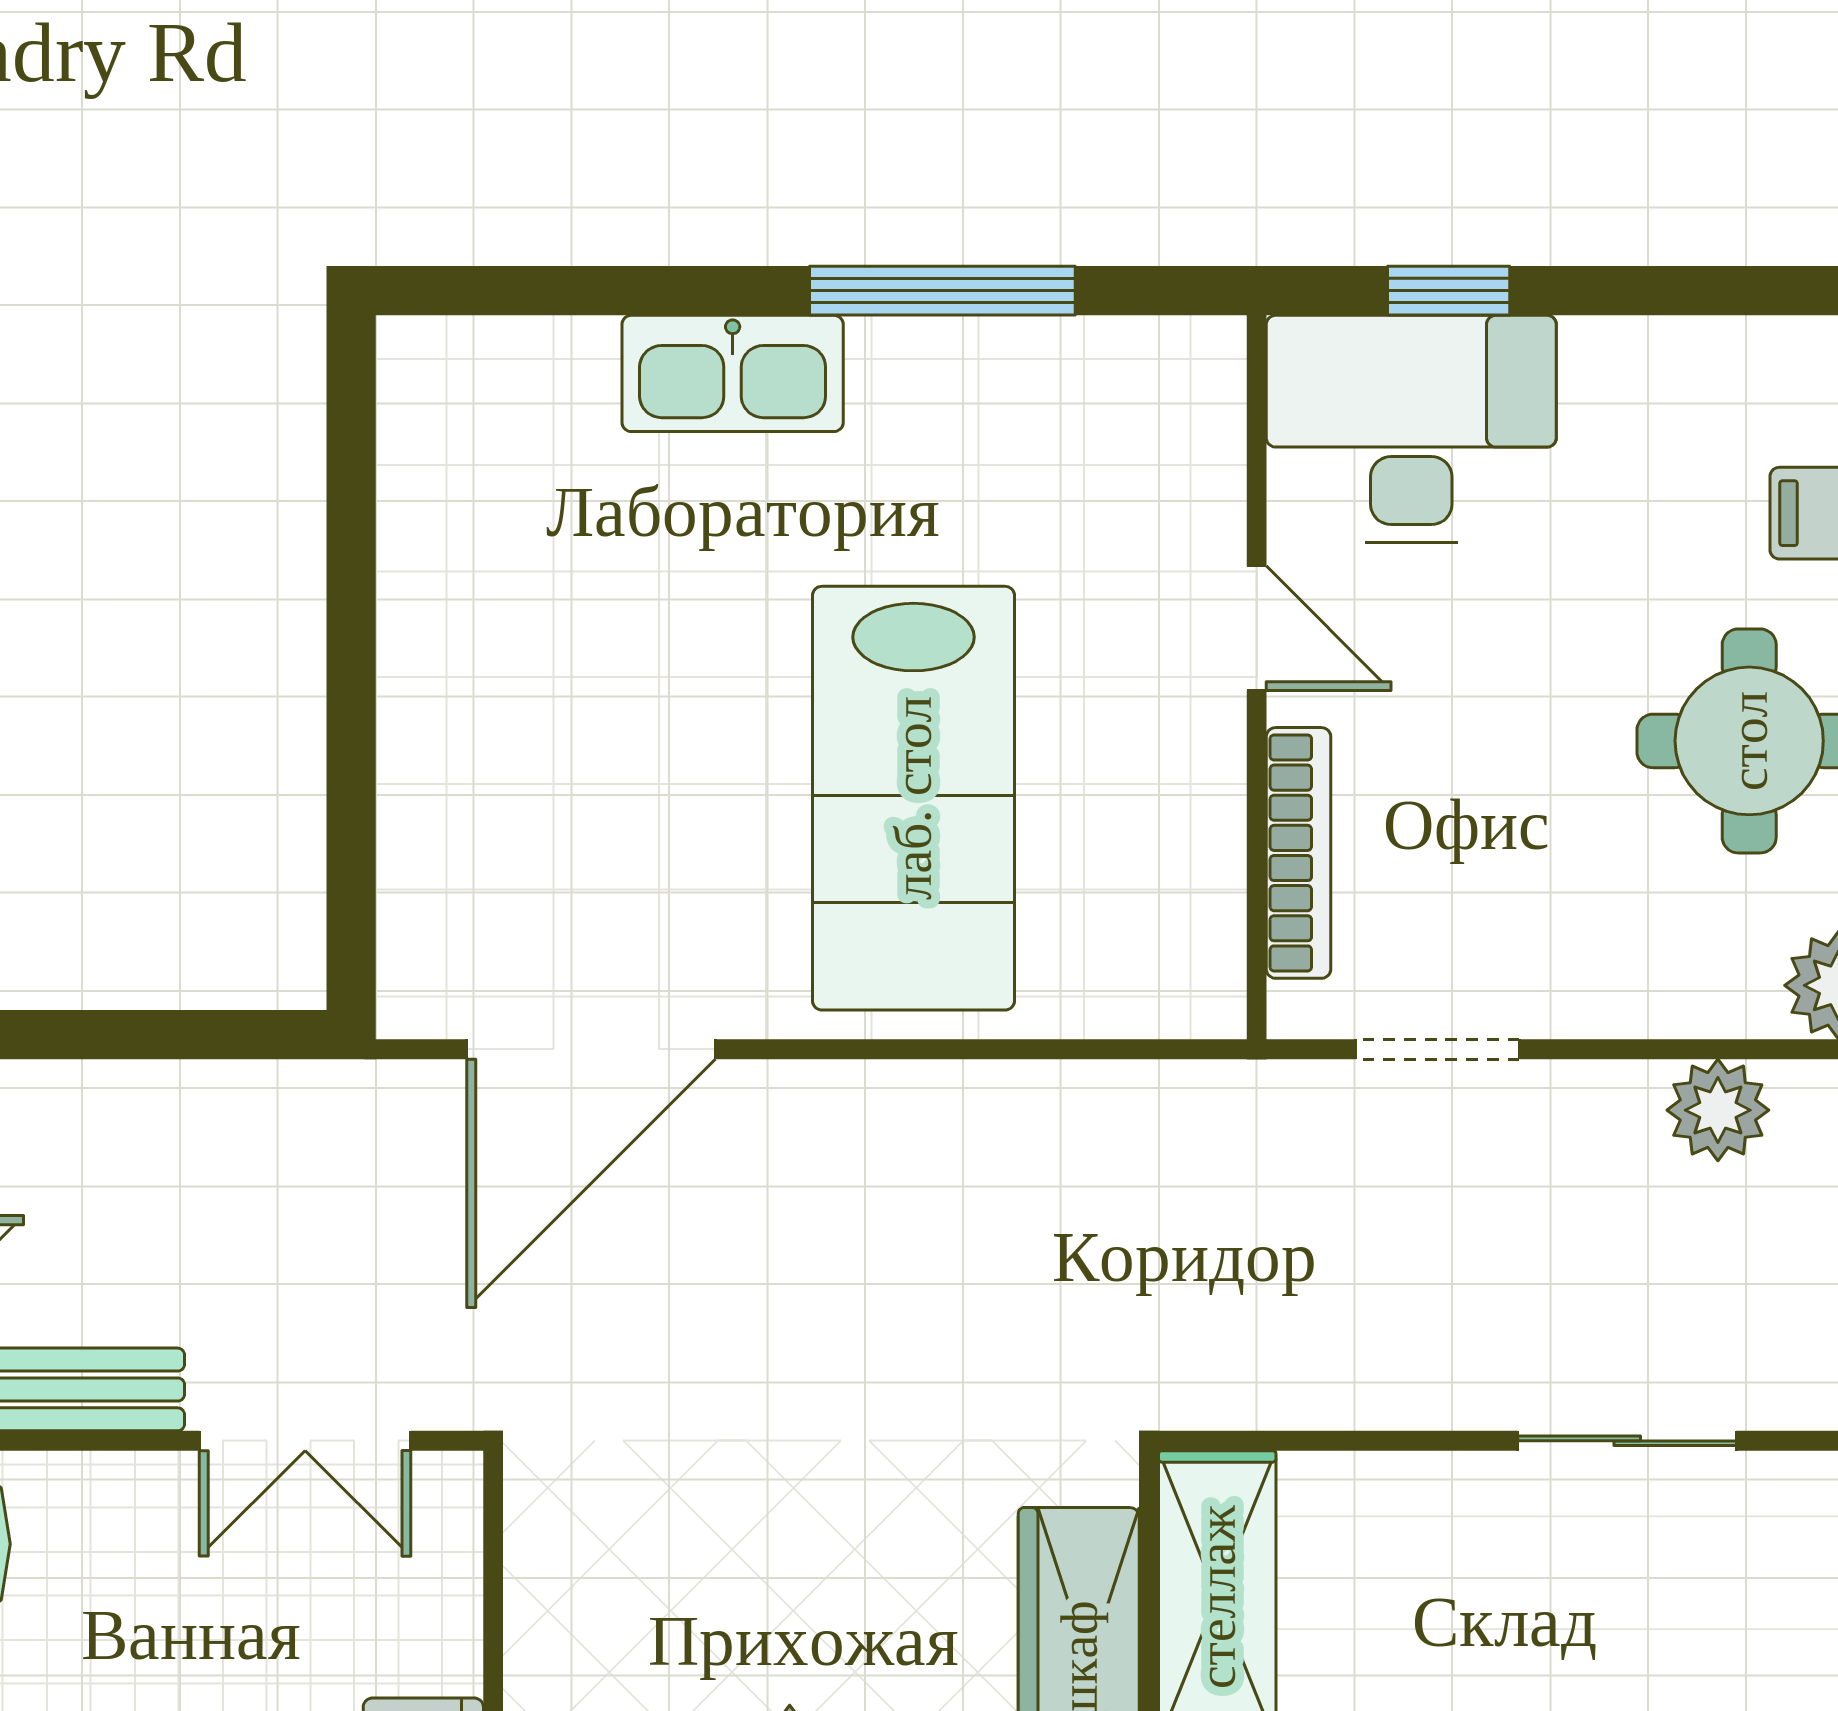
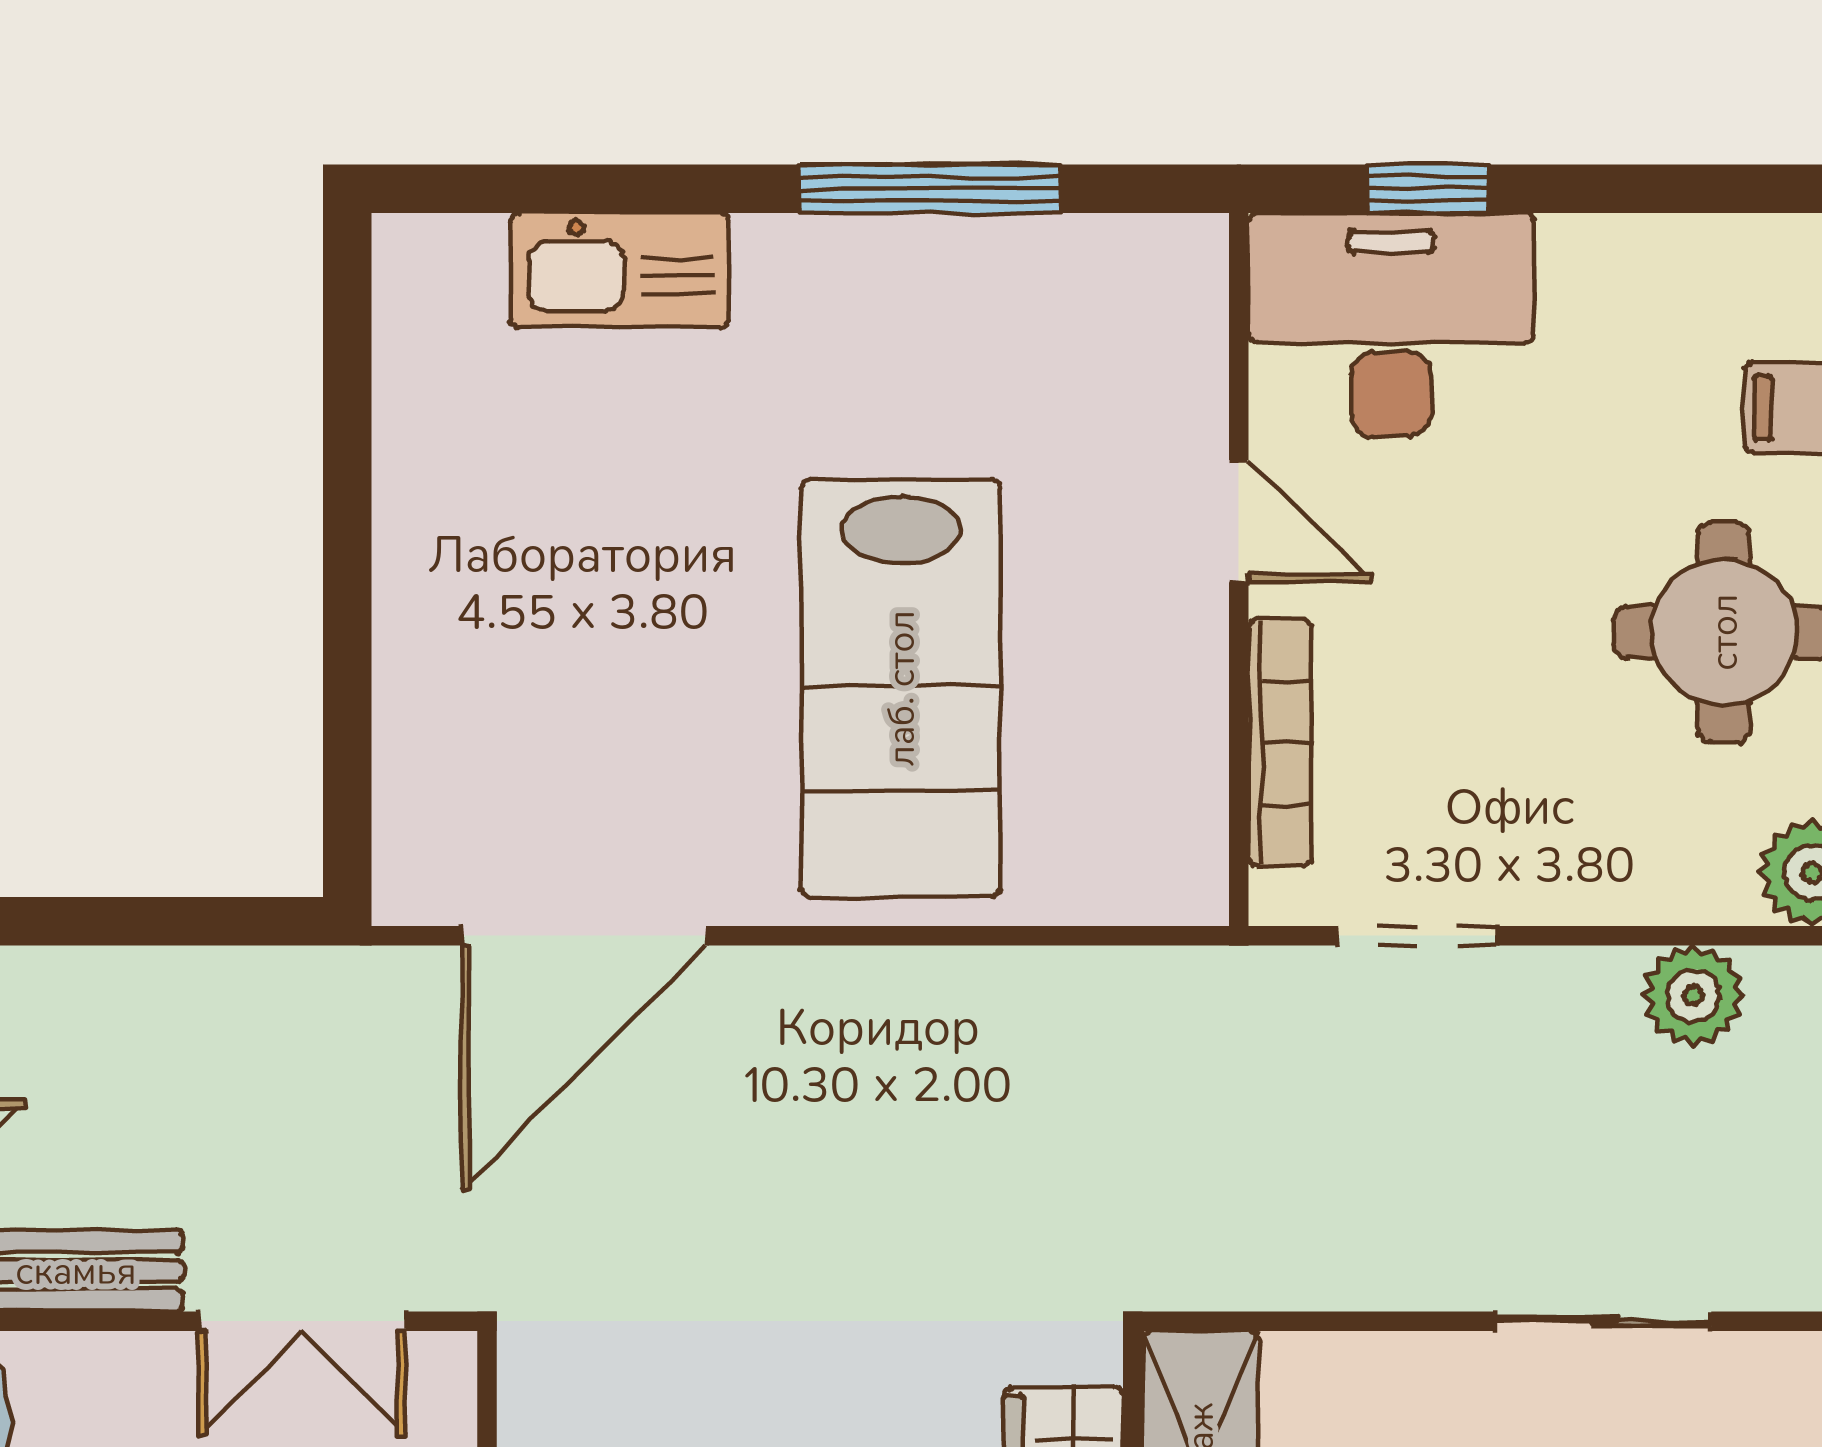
kitchen sink: (733, 373) -> (620, 270), moved

